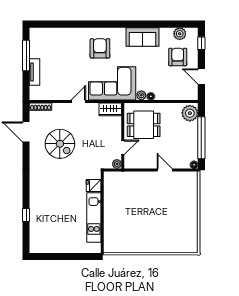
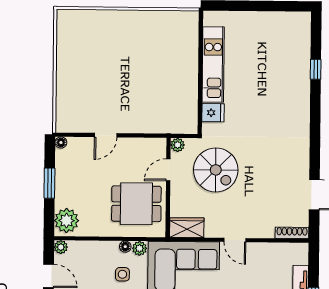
side table: (152, 78) -> (122, 274), added
plant: (193, 96) -> (61, 247), added
door: (78, 101) -> (235, 240), hinge flipped
window: (201, 138) -> (49, 183), width x0.47
spiral stairs: (60, 144) -> (216, 170), moved, turned 180
door: (165, 170) -> (106, 135), hinge flipped

